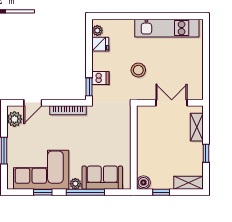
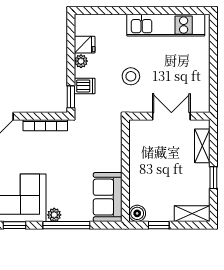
plant: (97, 30) -> (81, 61), moved
sofa: (102, 178) -> (108, 197), moved, turned -90

